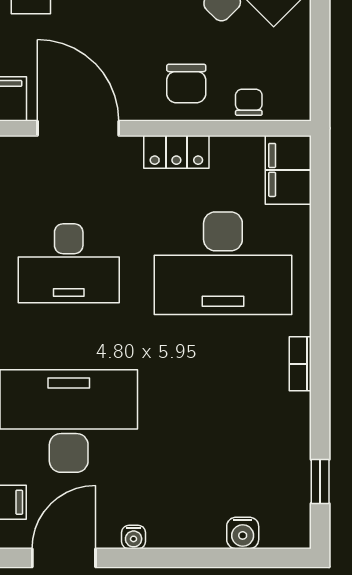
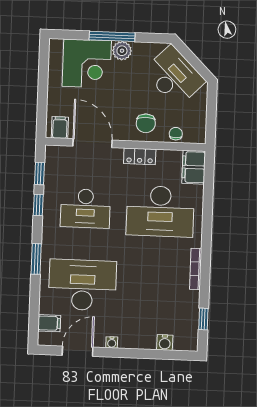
bookcase: (300, 364) -> (196, 269), width x1.56

